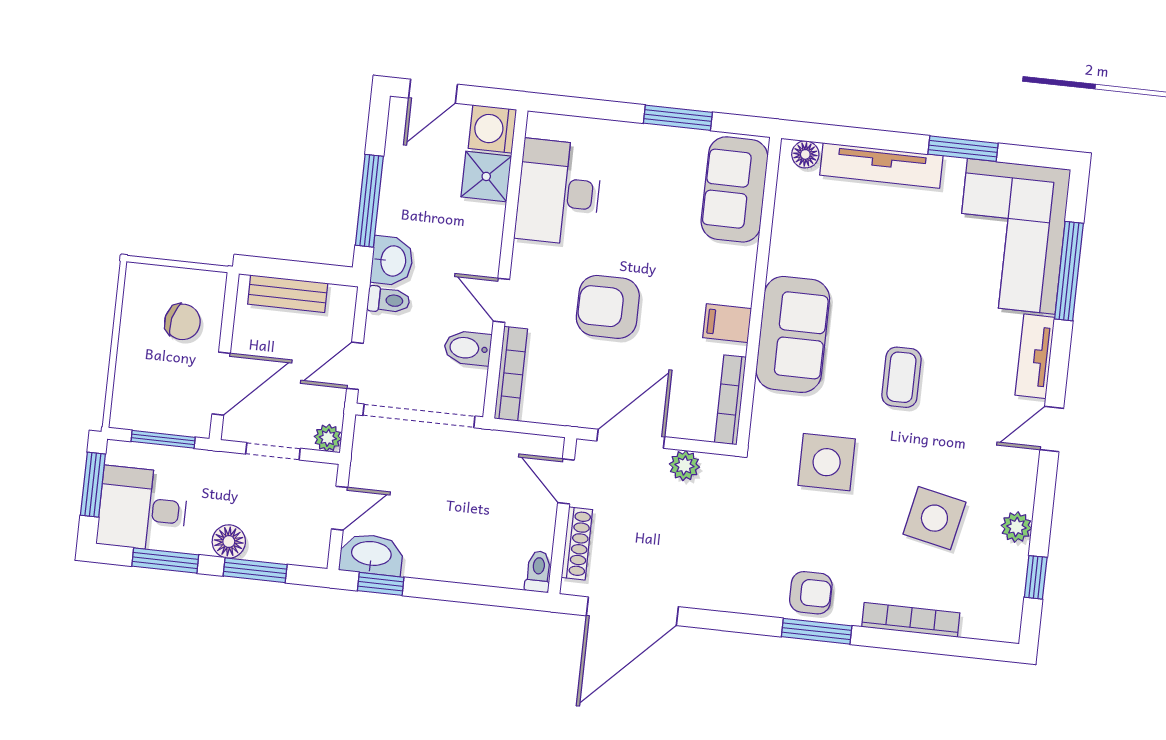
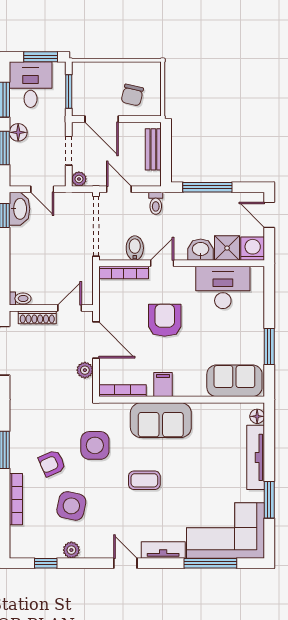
washbasin: (392, 261) -> (201, 250), moved, turned 180
armchair: (811, 593) -> (52, 463), moved, turned 66

